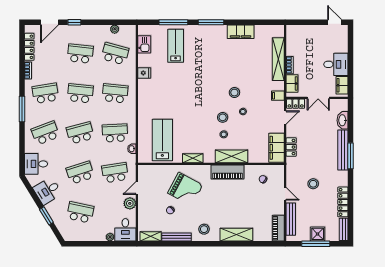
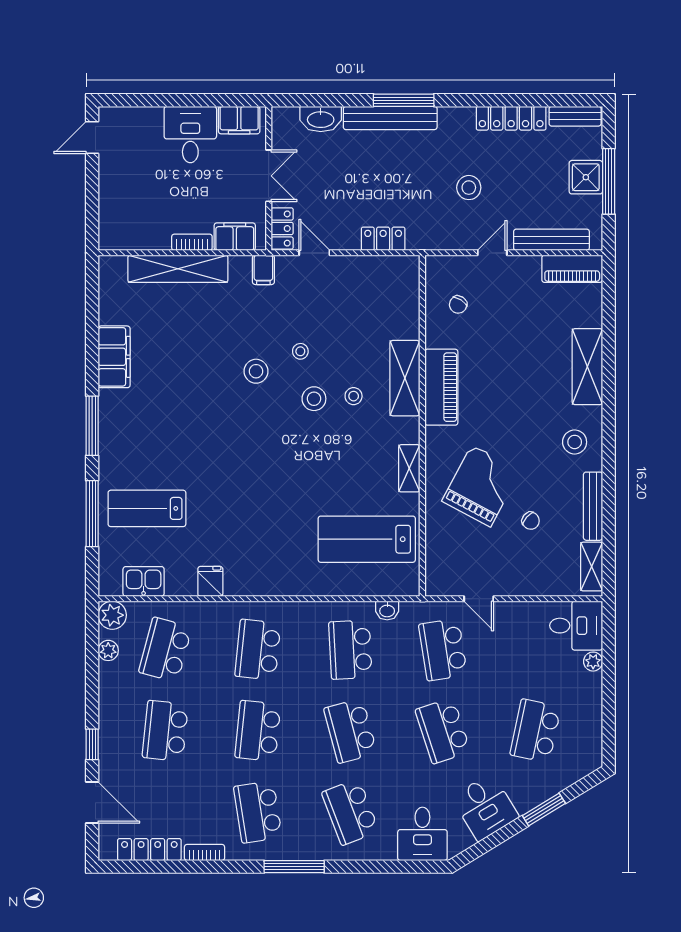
filing cabinet: (277, 148) -> (385, 273), removed
plant: (130, 203) -> (112, 615), moved

